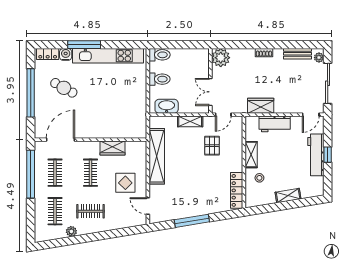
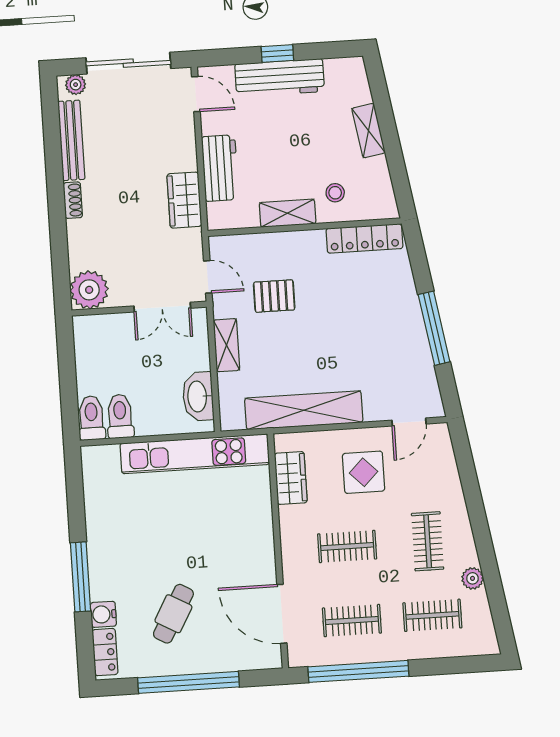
bench: (298, 54) -> (71, 140), width x1.36
kitchen unit: (108, 56) -> (195, 454), moved, turned 90
toilet: (160, 79) -> (120, 416), moved
wardrobe: (113, 148) -> (291, 478), moved

